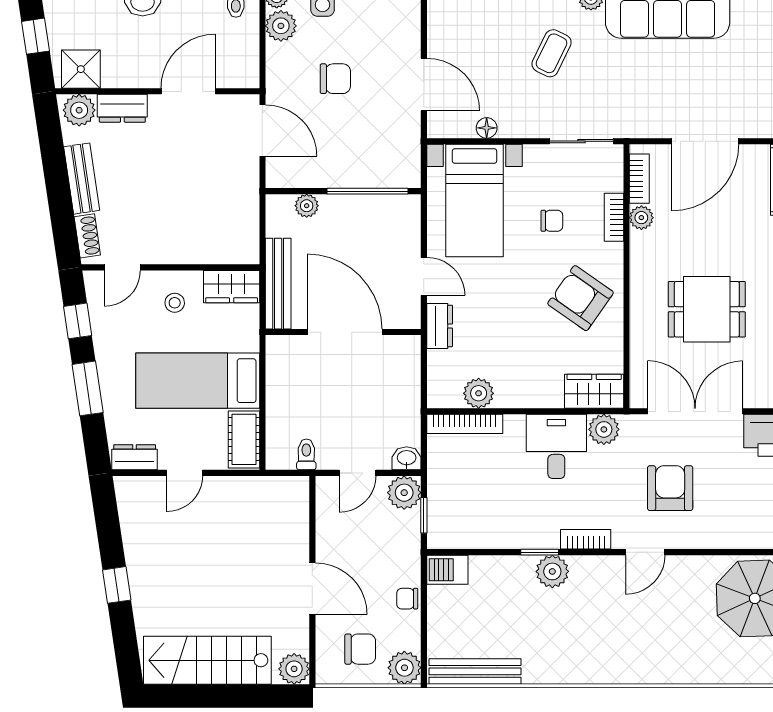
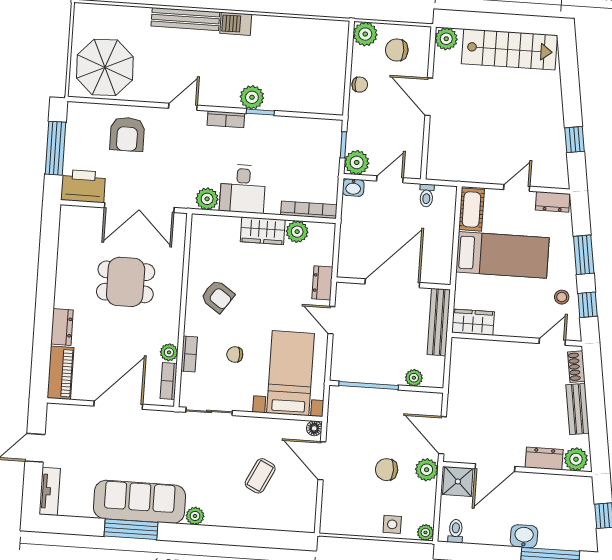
plant: (281, 26) -> (427, 470), moved
coffee table: (552, 53) -> (260, 476), moved
shower: (81, 69) -> (458, 481), moved
floor lamp: (487, 128) -> (314, 428), moved
armchair: (581, 298) -> (218, 296), width x0.72, depth x0.72
stool: (175, 303) -> (562, 297), moved
door: (345, 332) -> (392, 283), swing flipped
wardrobe: (594, 391) -> (263, 231), moved
armchair: (670, 488) -> (127, 134), moved
barbecue: (447, 570) -> (236, 24), moved, turned 180
window: (117, 585) -> (575, 140), moved
bench: (475, 671) -> (185, 19), moved

